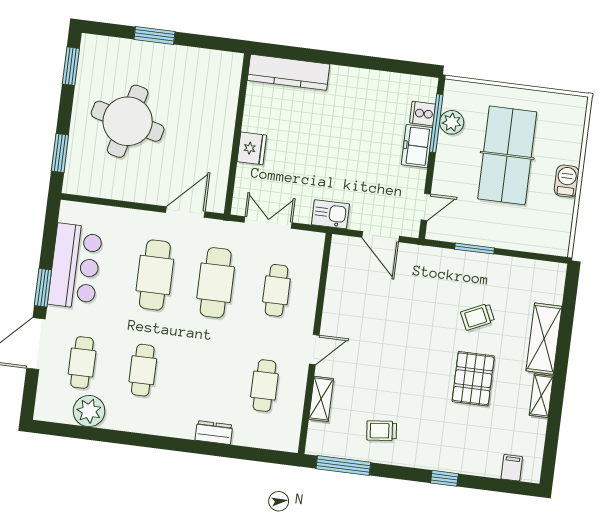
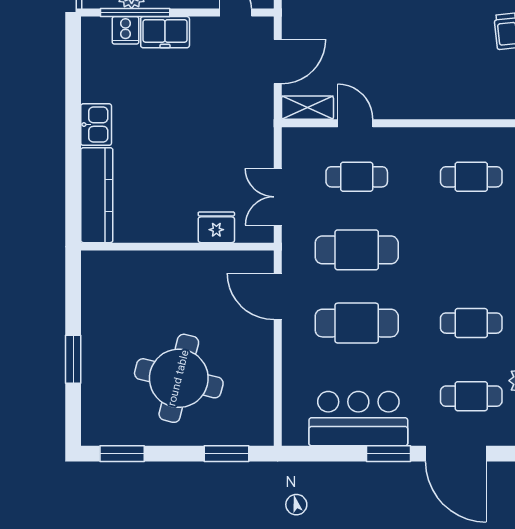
fridge: (252, 148) -> (216, 227), moved
kitchen sink: (330, 214) -> (96, 125), moved, turned 180
door: (314, 350) -> (355, 123), moved
shelving: (321, 399) -> (307, 108), moved

